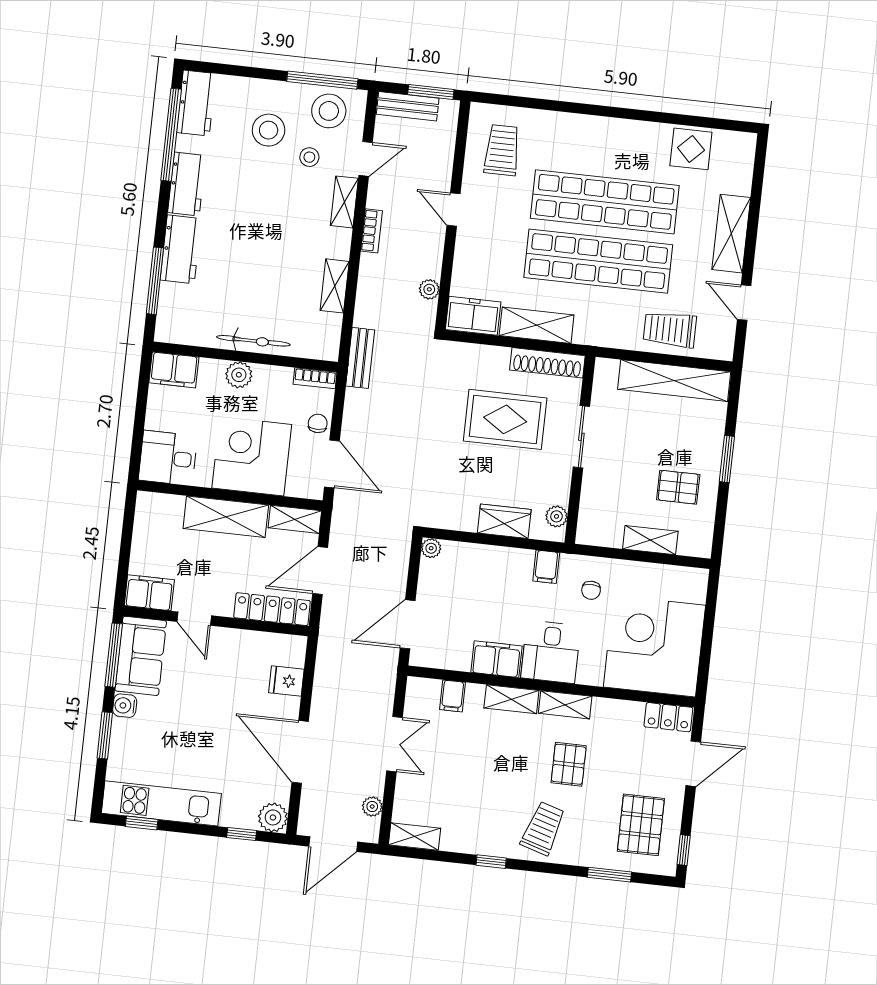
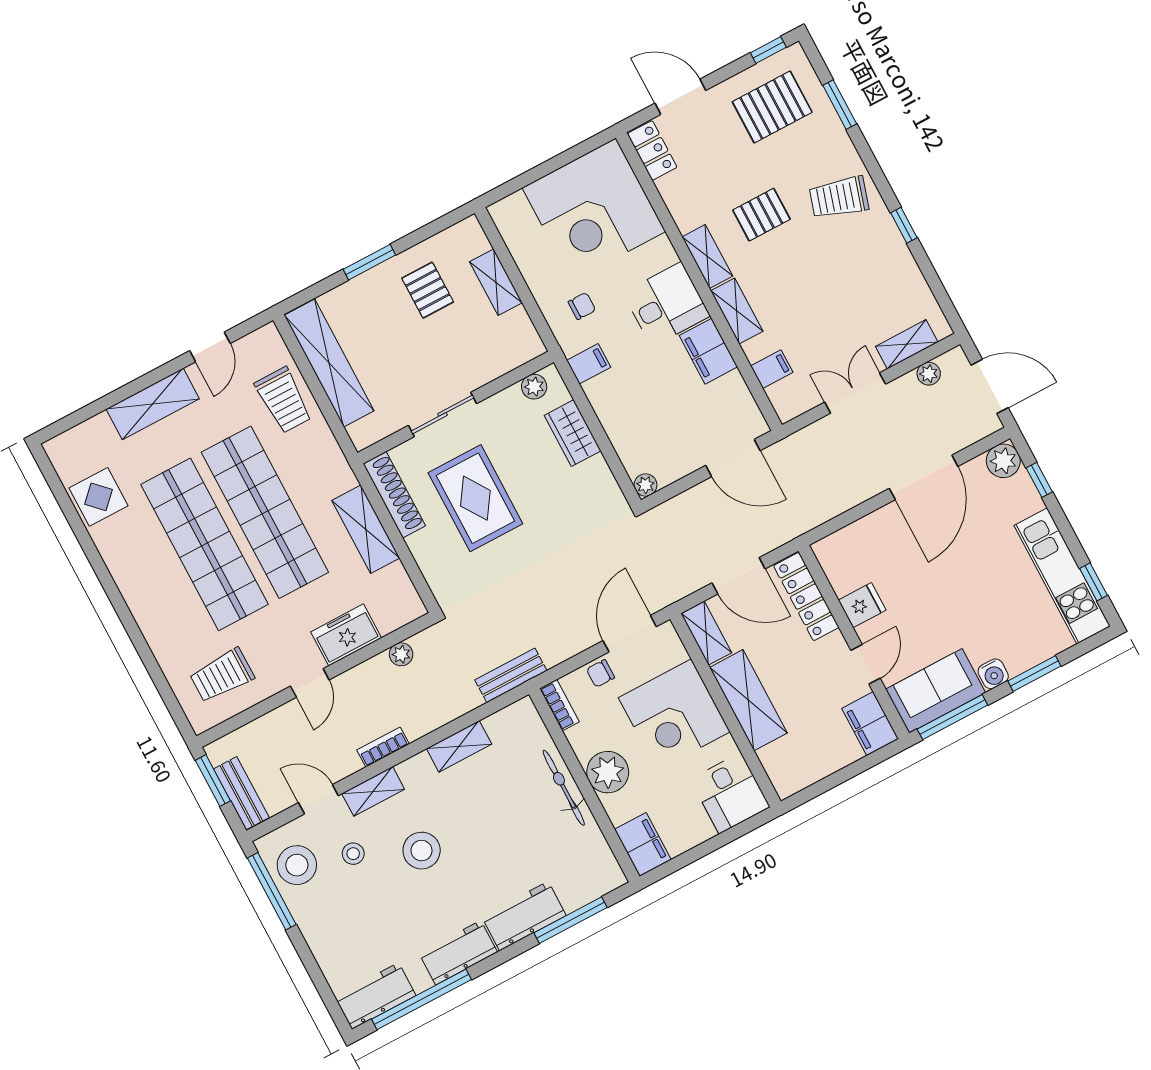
stool: (269, 130) -> (422, 851), moved
freezer: (473, 316) -> (346, 635), moved, turned 90
plant: (239, 375) -> (608, 772), width x1.36, depth x1.36
fridge: (286, 681) -> (862, 605), moved, turned -90
shelving: (415, 837) -> (907, 344), moved, turned 90

